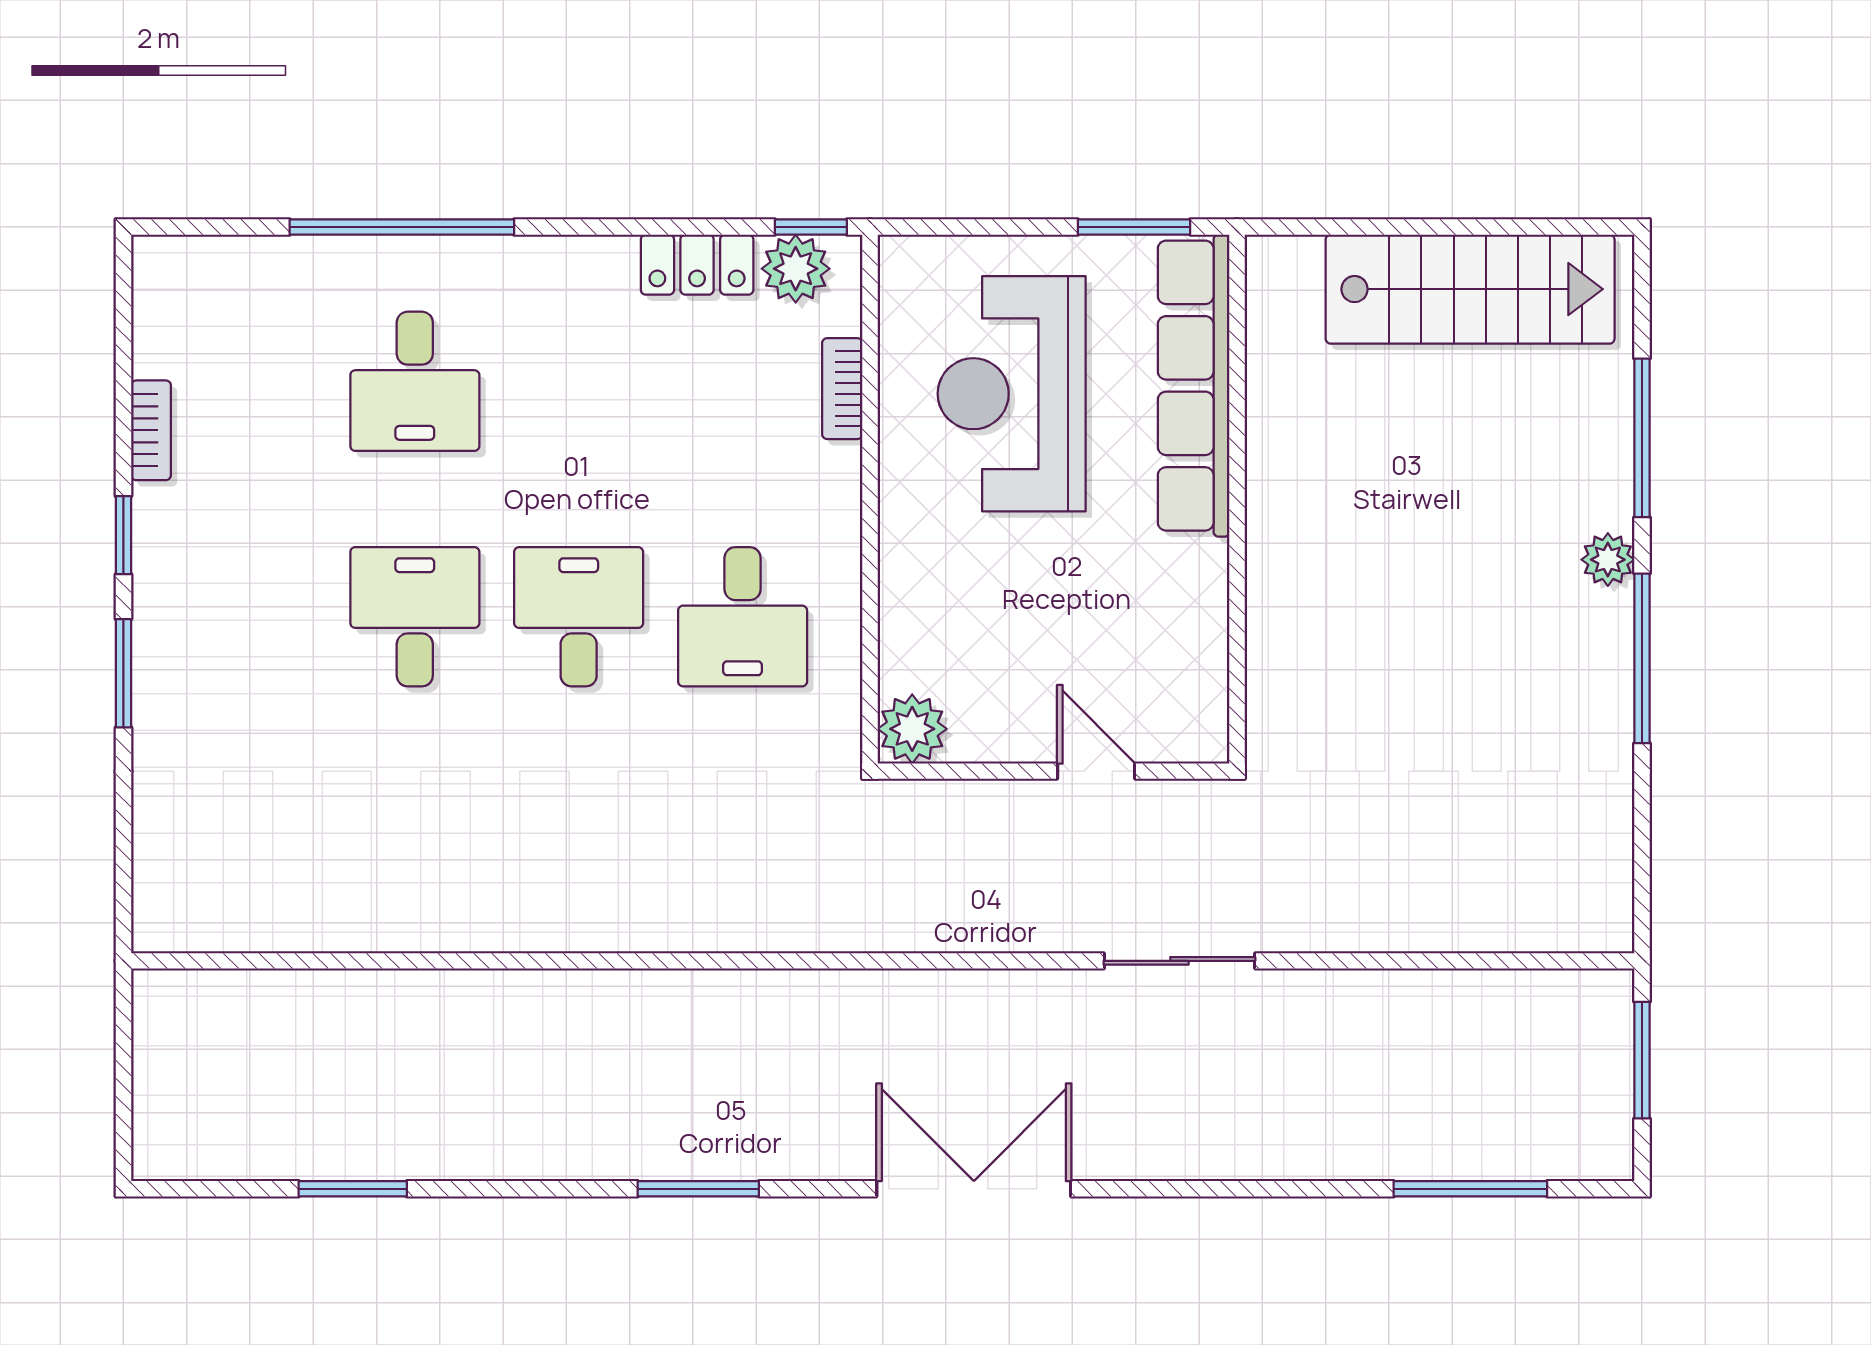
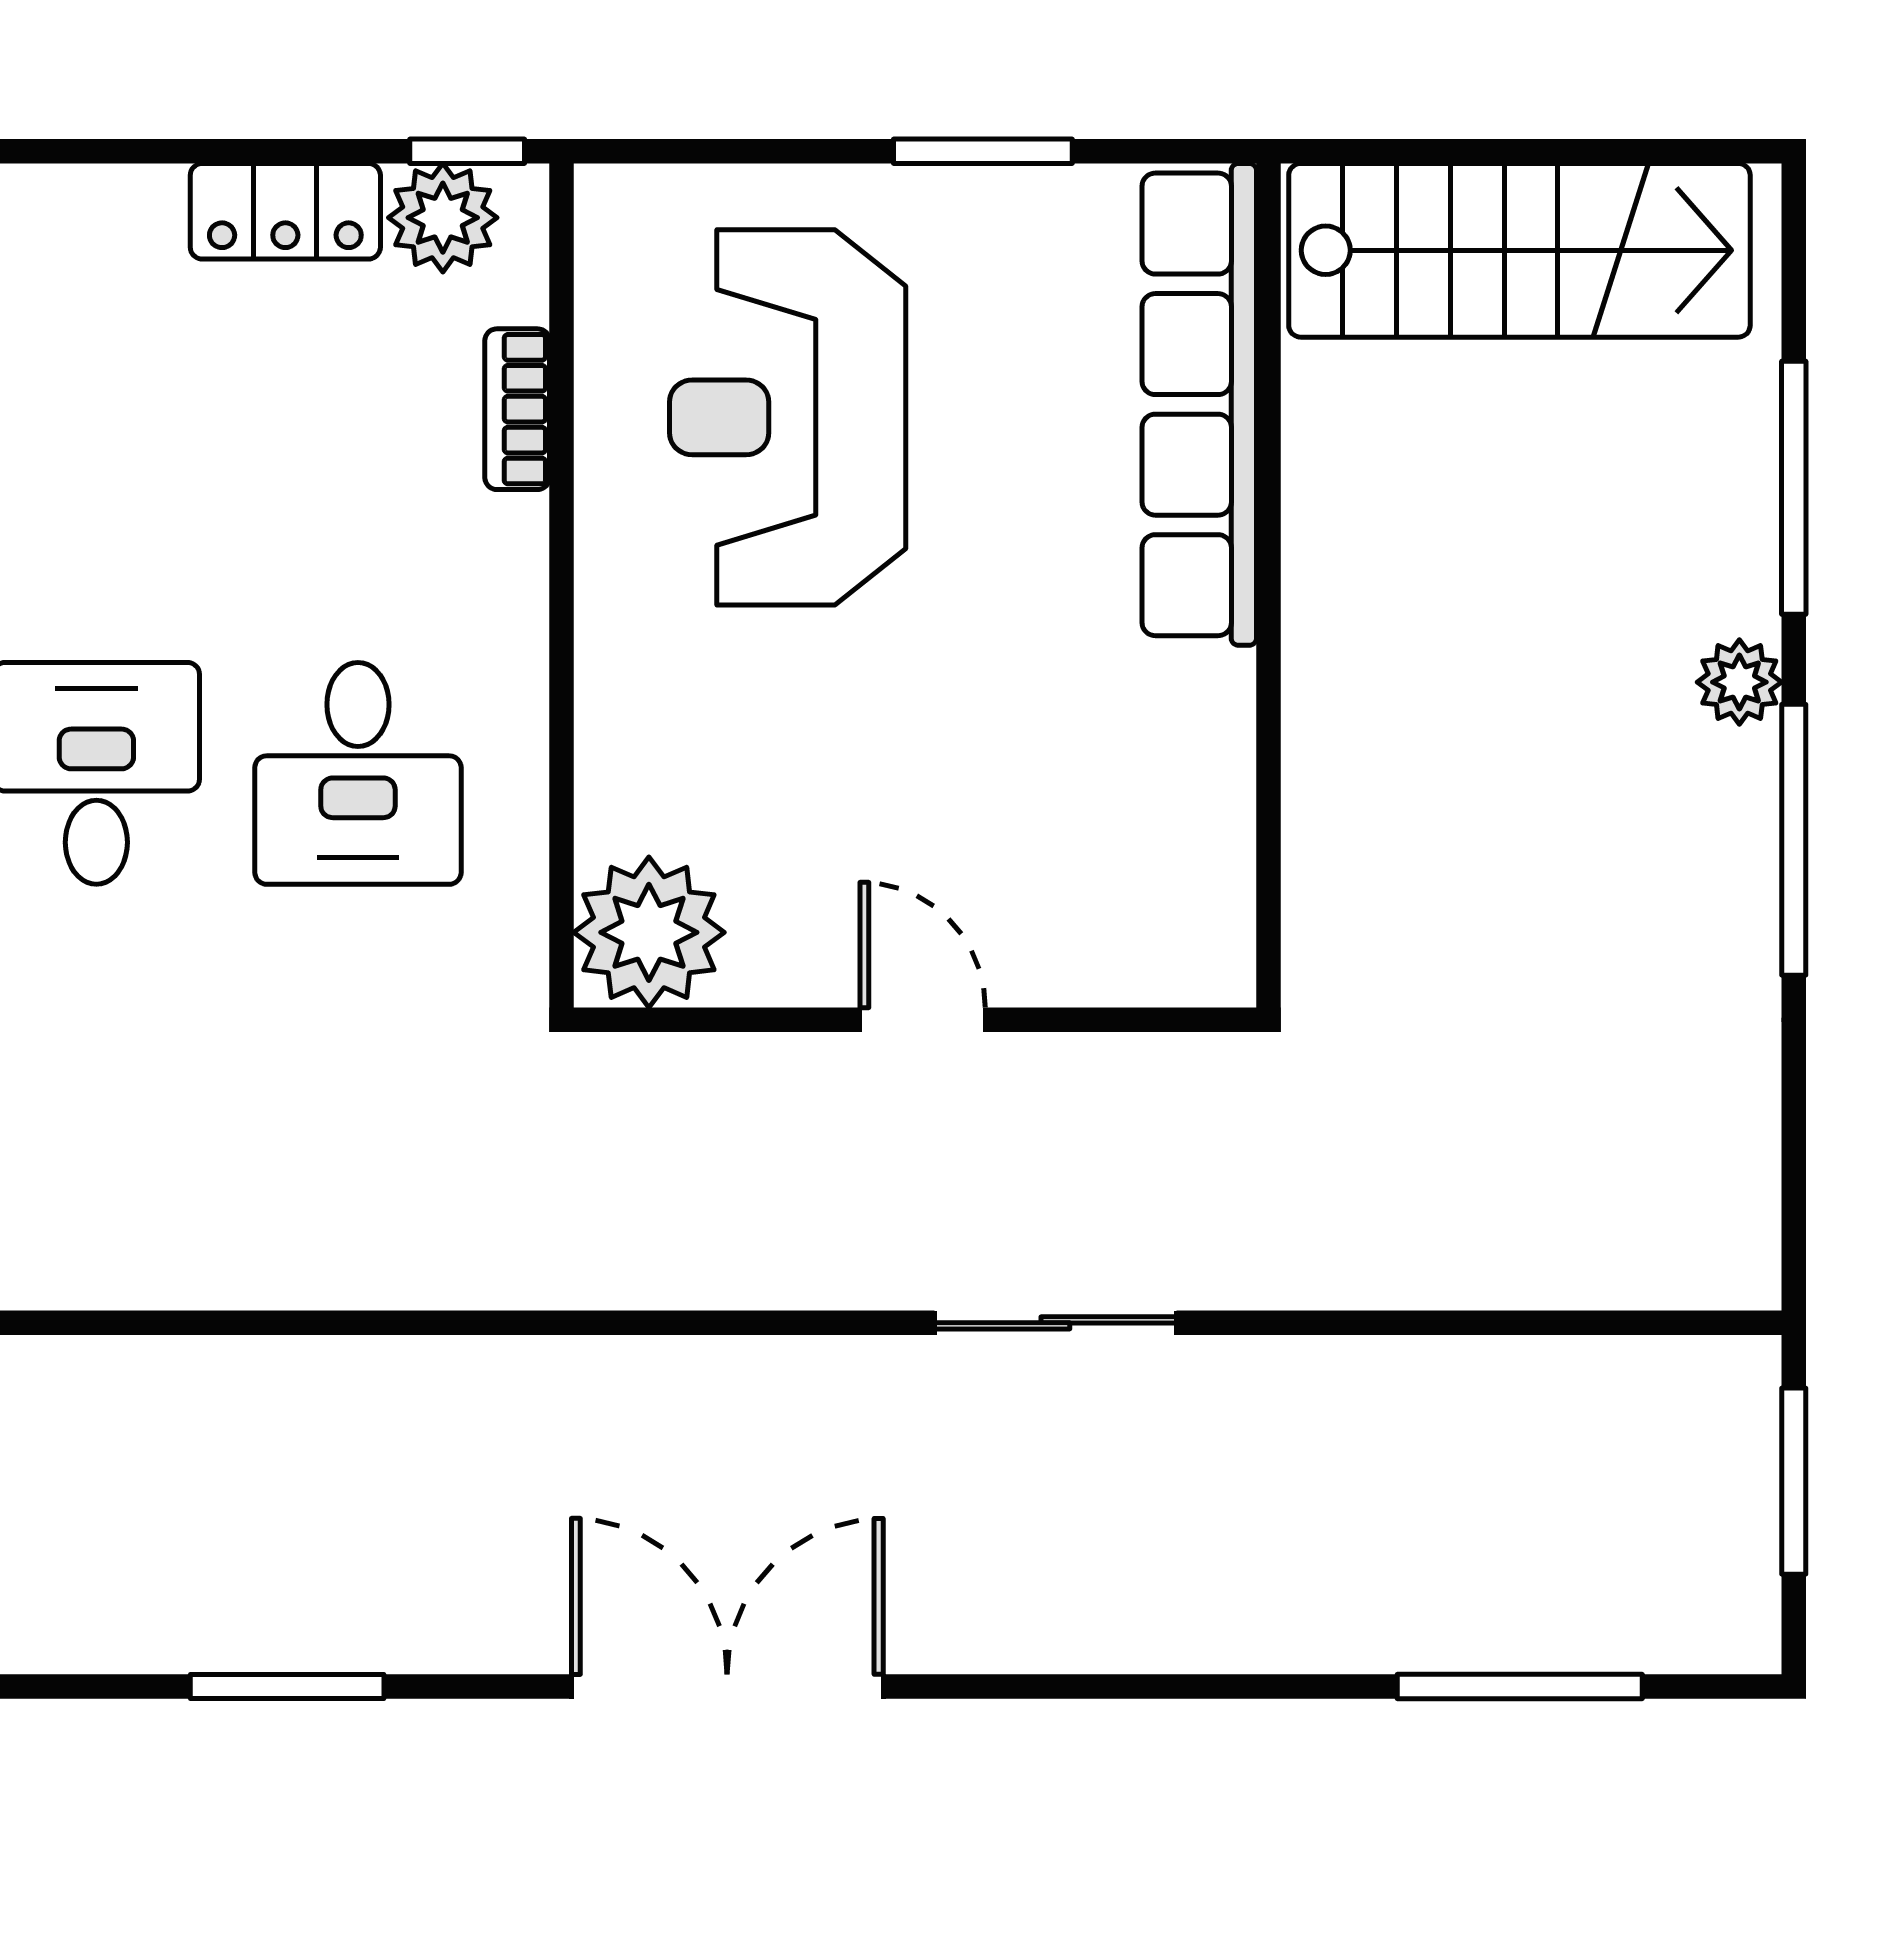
row of seats: (1194, 386) -> (1199, 404), moved
wall: (1237, 499) -> (1269, 585), moved
plant: (912, 729) -> (649, 932), width x1.36, depth x1.36

